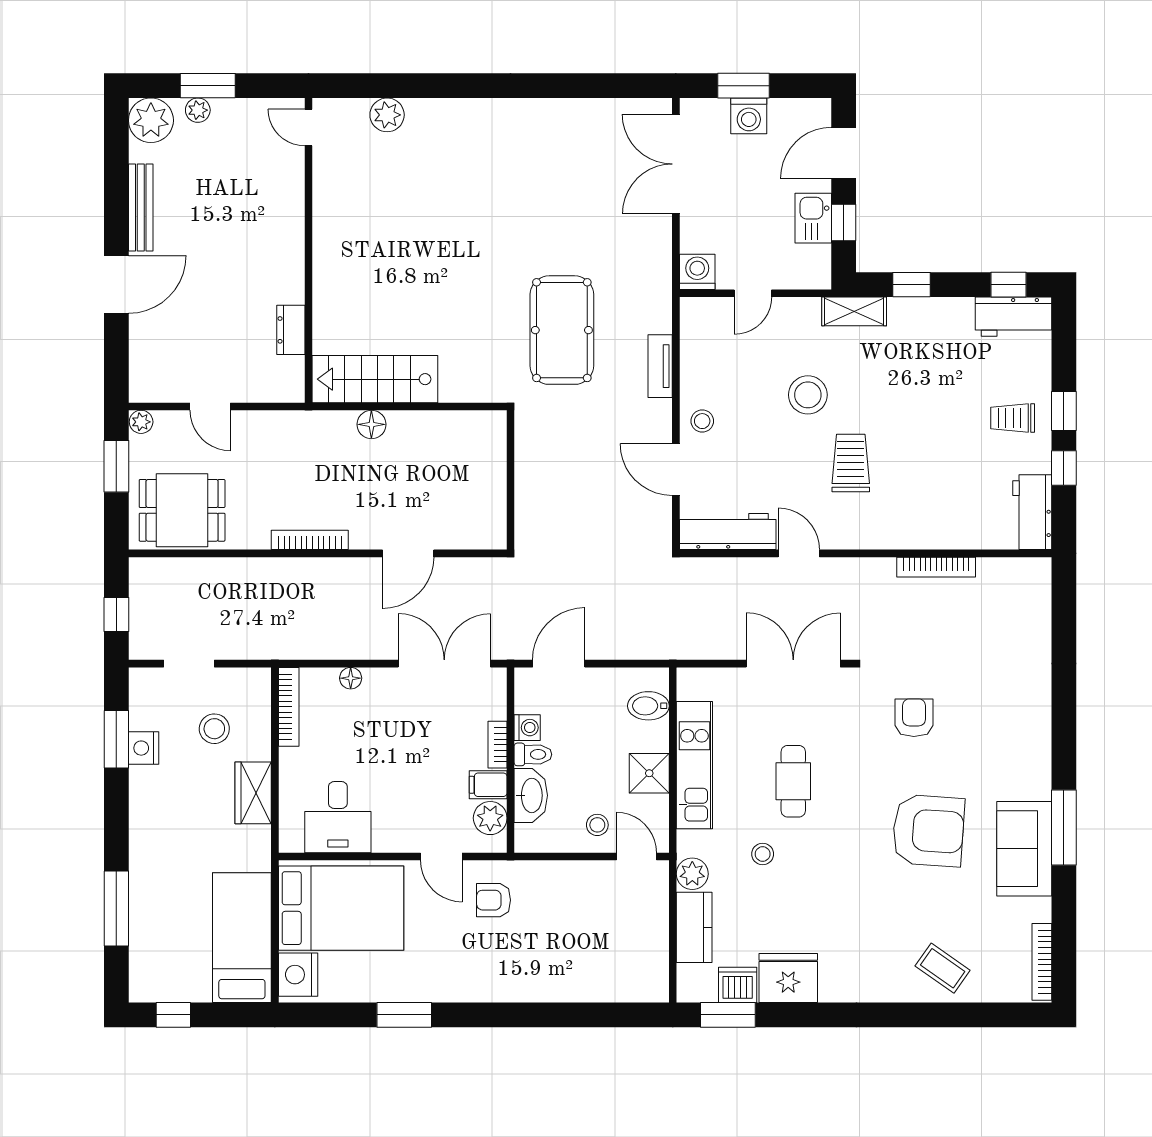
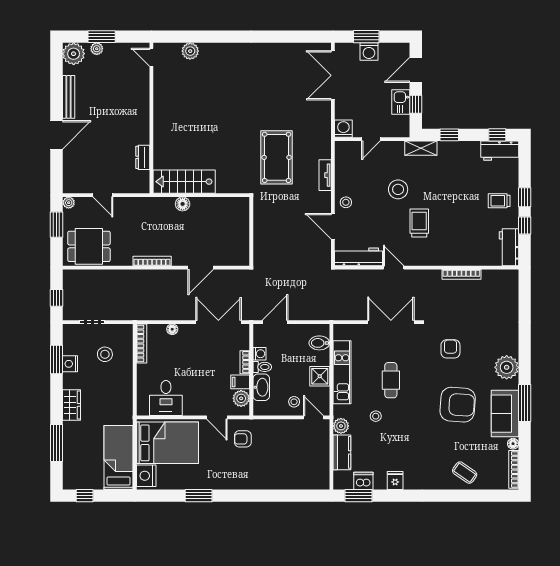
plant: (1028, 755) -> (507, 367), added
wardrobe: (253, 793) -> (71, 405), moved, turned 180
floor lamp: (1041, 910) -> (513, 444), added
fridge: (788, 978) -> (395, 481), width x0.53, depth x0.75

